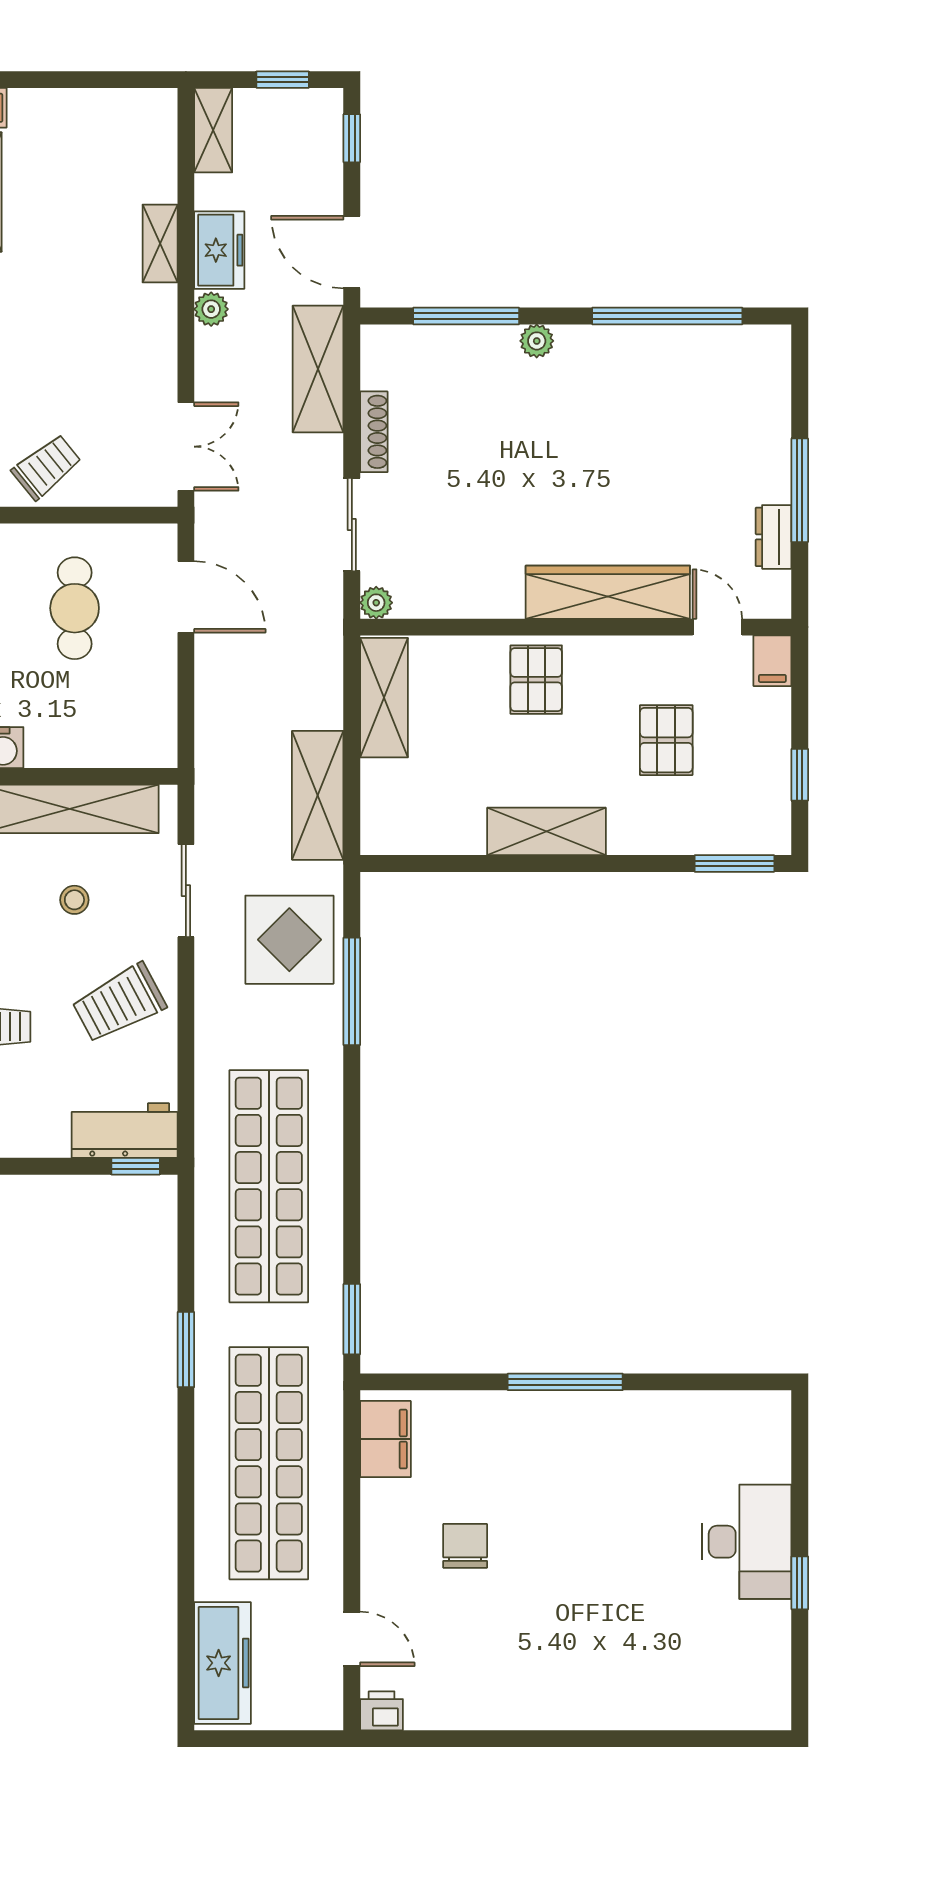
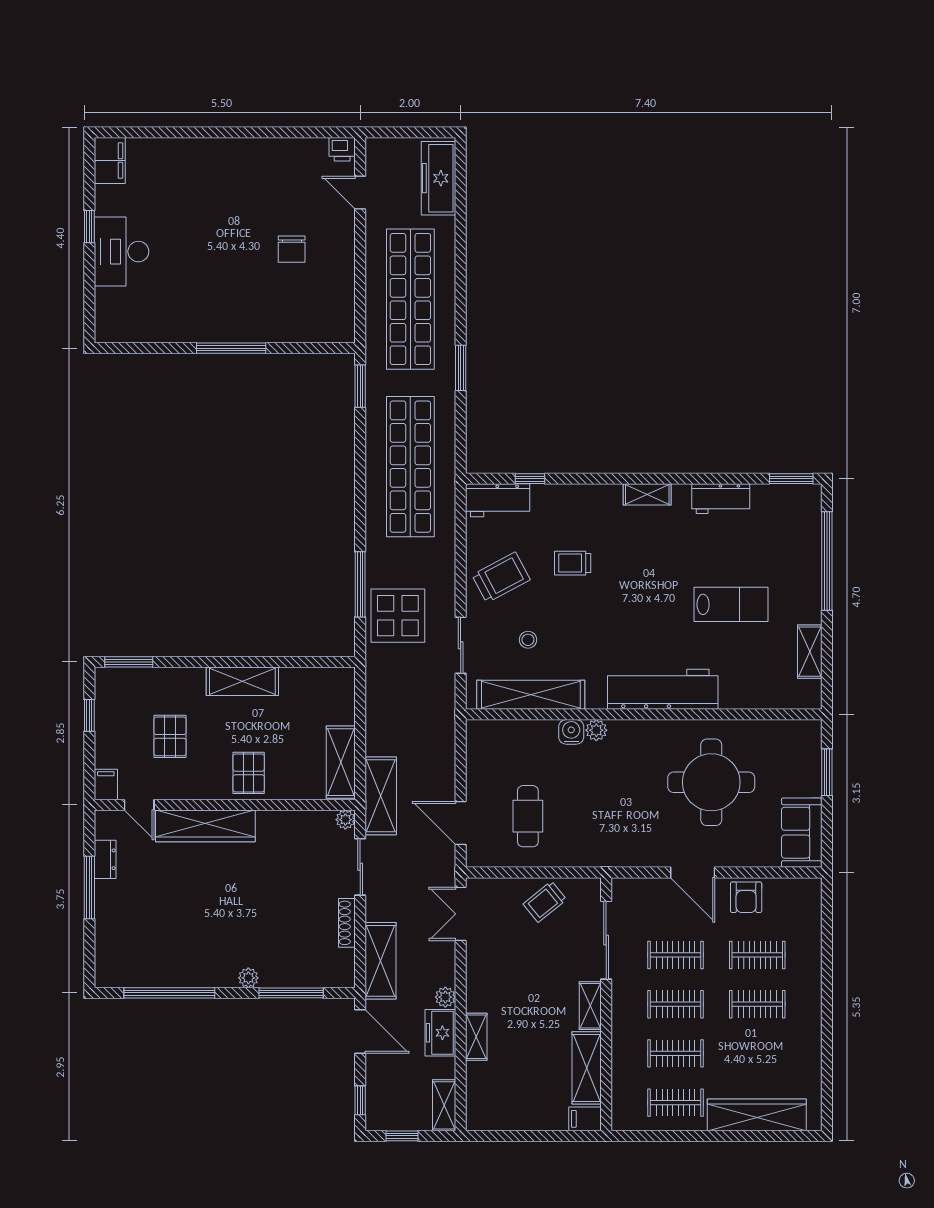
shelving: (318, 795) -> (381, 796), moved
window: (136, 1166) -> (530, 479), moved
filing cabinet: (385, 1439) -> (110, 161), moved, turned 180

